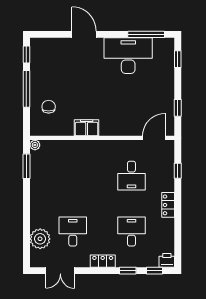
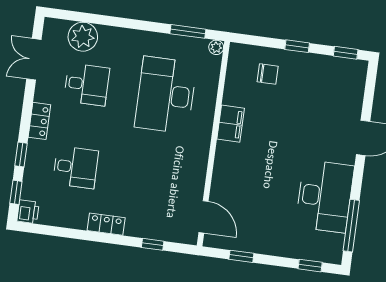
window: (26, 89) -> (297, 46), width x0.46
desk: (131, 176) -> (166, 95), moved, width x1.87, depth x1.30

